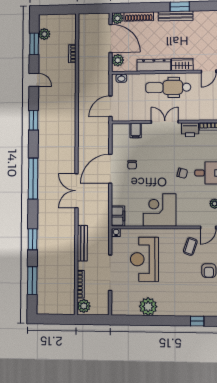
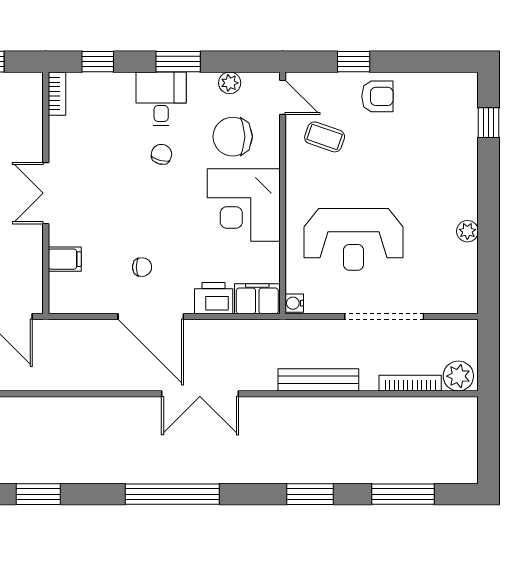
printer: (190, 130) -> (214, 298), moved, turned -90
chair: (190, 205) -> (233, 137), added
plant: (148, 307) -> (467, 231), width x0.53, depth x0.53

